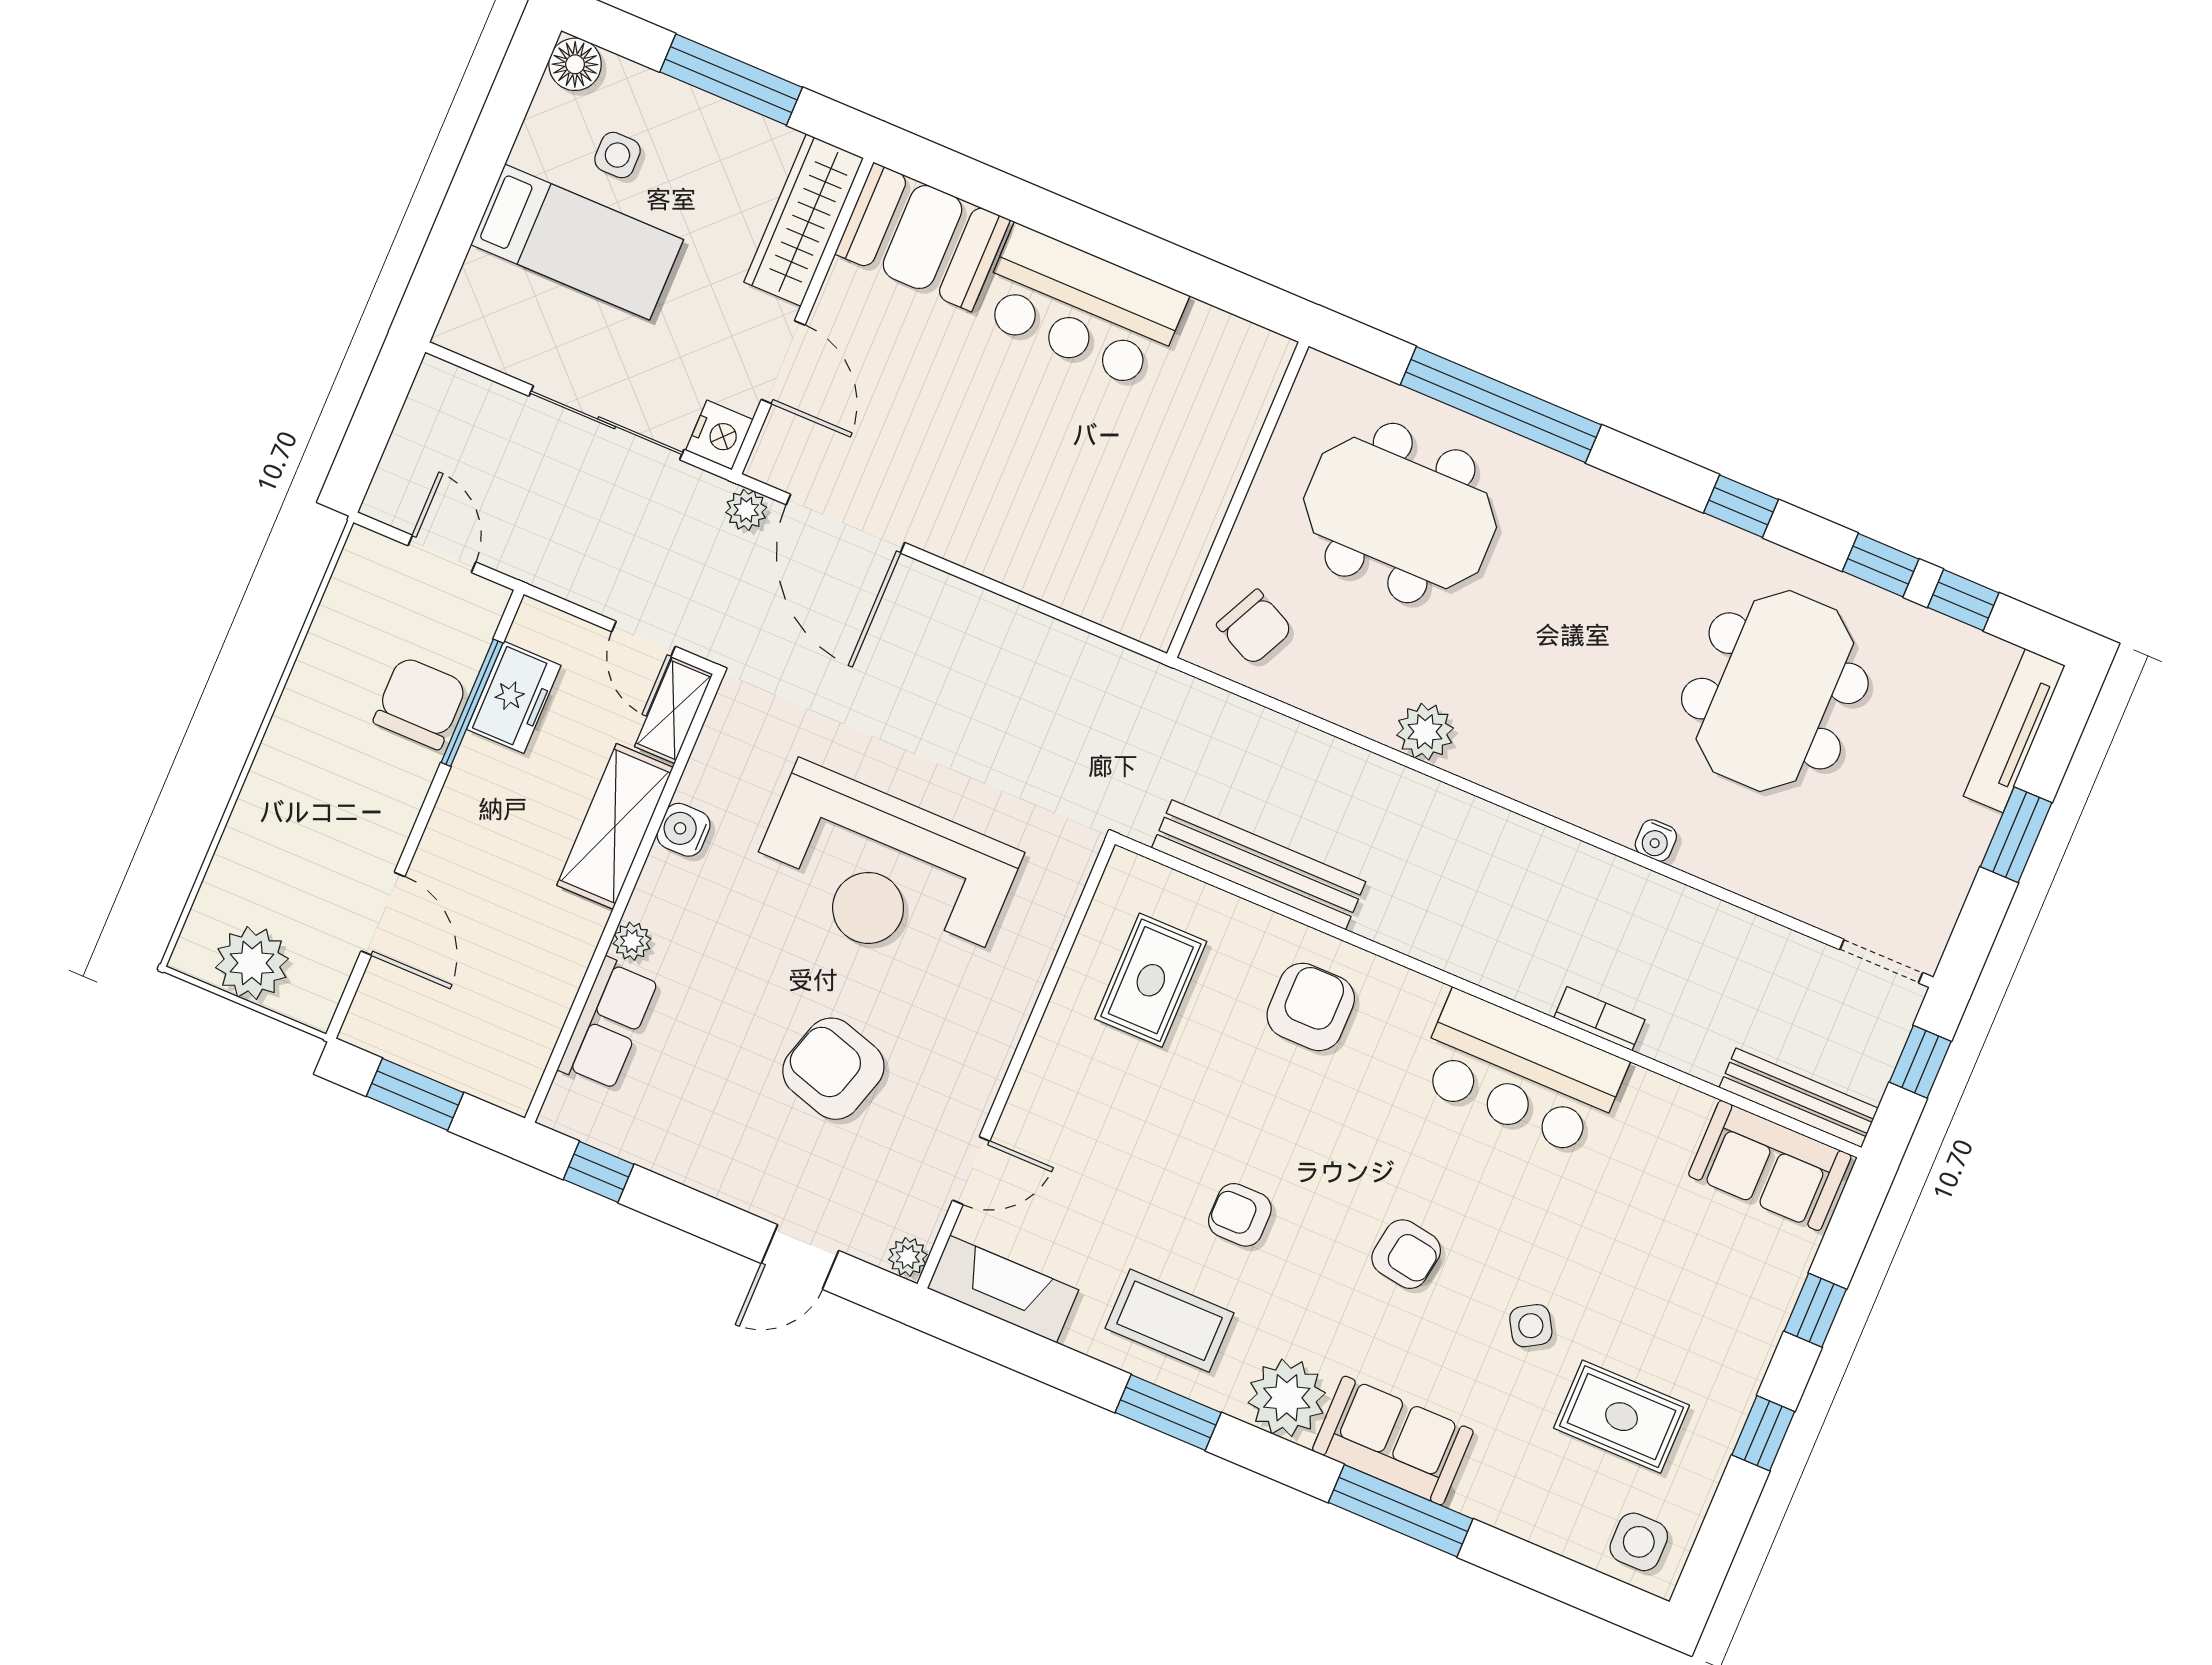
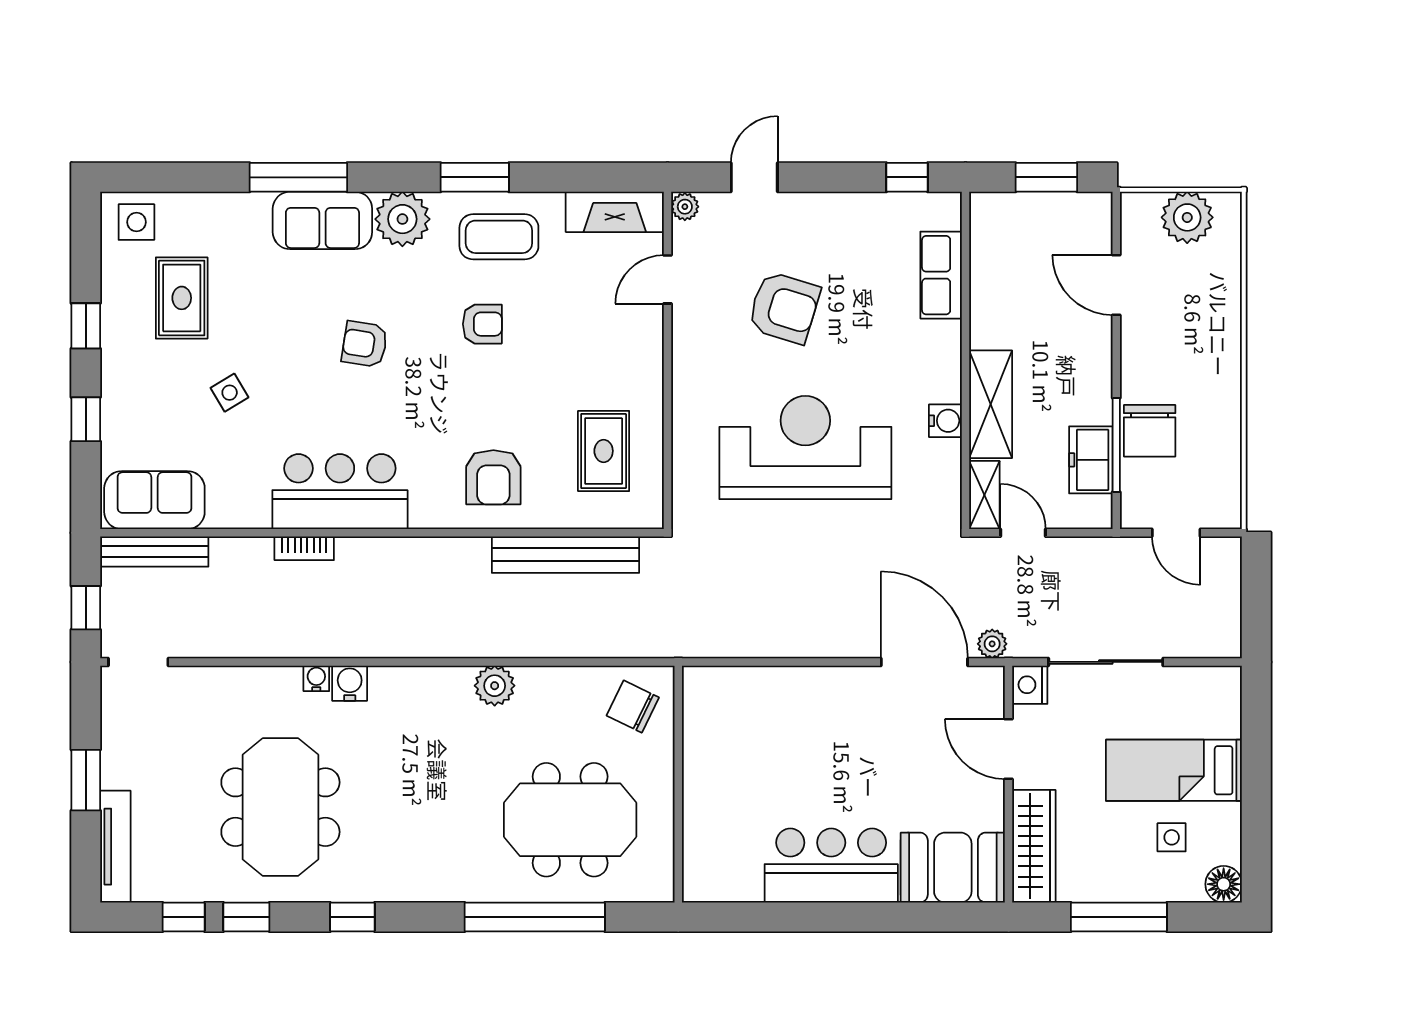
water cooler: (1615, 816) -> (350, 683), added
plant: (632, 941) -> (948, 335), removed
side table: (1531, 1326) -> (230, 393), moved
rug: (1621, 1417) -> (182, 298), turned 90

